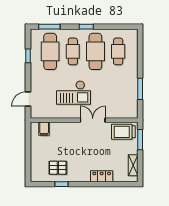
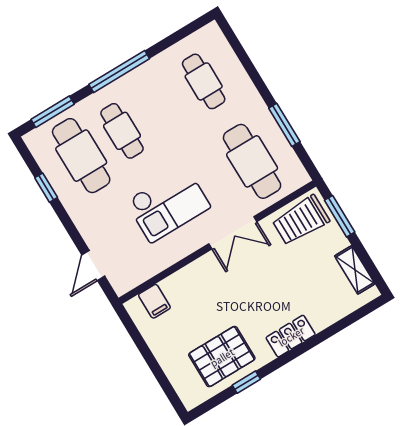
window: (86, 27) -> (119, 71), width x2.17
cafe table: (95, 51) -> (252, 161), moved
double door: (93, 120) -> (233, 233), swing flipped
pallet: (58, 168) -> (222, 357), width x1.50, depth x1.42
locker: (102, 176) -> (291, 336), moved

